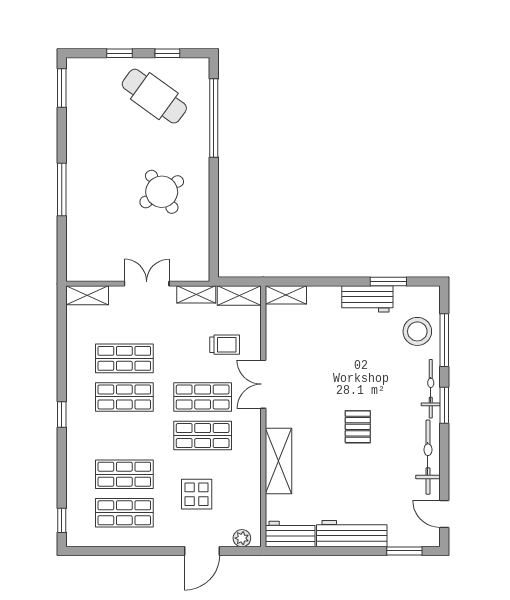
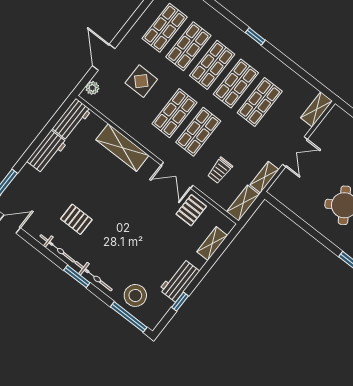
window: (388, 282) -> (180, 302), width x0.67
shelving: (286, 295) -> (212, 244), moved
window: (444, 340) -> (129, 317), moved
pallet: (287, 342) -> (191, 210), added
double door: (263, 384) -> (177, 175), swing flipped
pallet: (358, 427) -> (76, 219), moved
shop shelf: (124, 436) -> (212, 65), added
bicycle: (428, 457) -> (57, 248), width x0.73, depth x0.71
workbench: (352, 534) -> (47, 152), width x0.73

